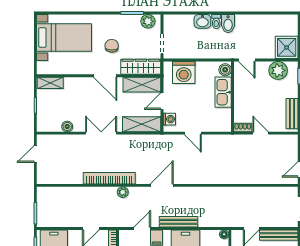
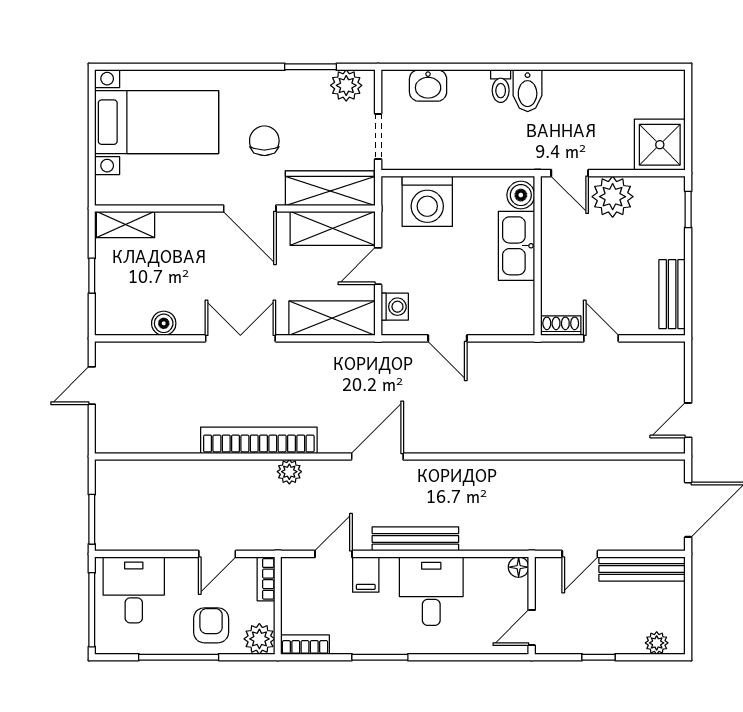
washbasin: (202, 21) -> (428, 85), moved
plant: (278, 70) -> (613, 197), moved

